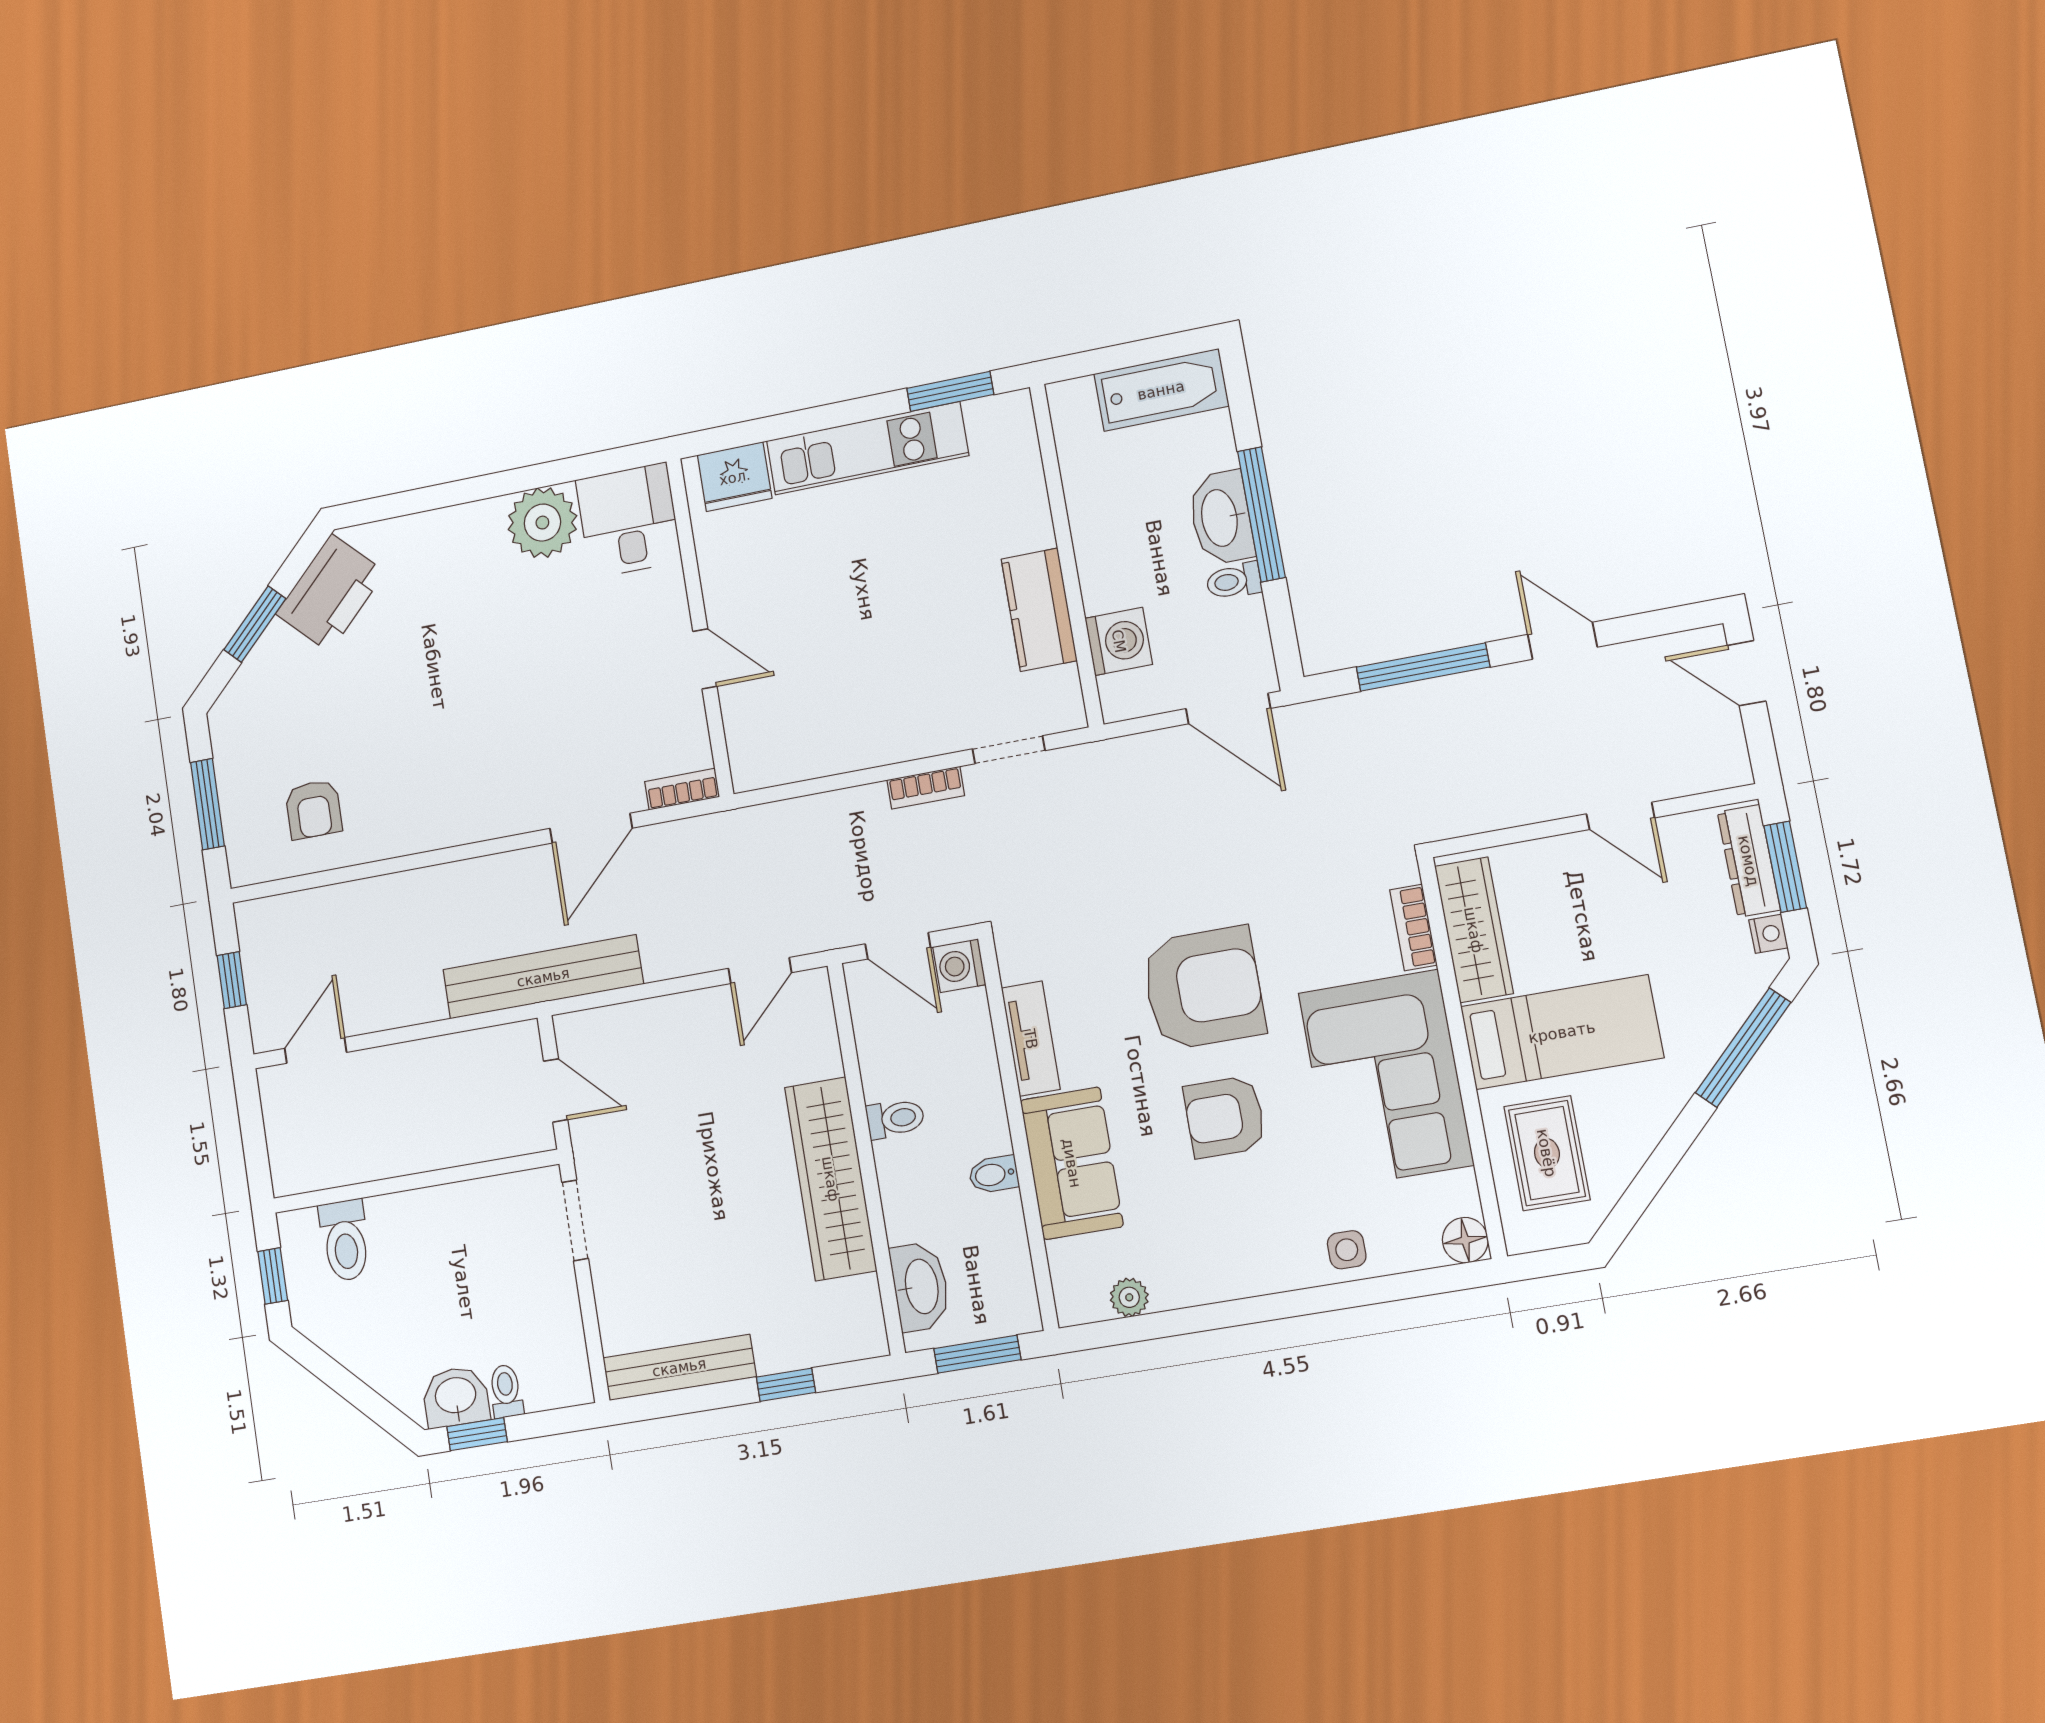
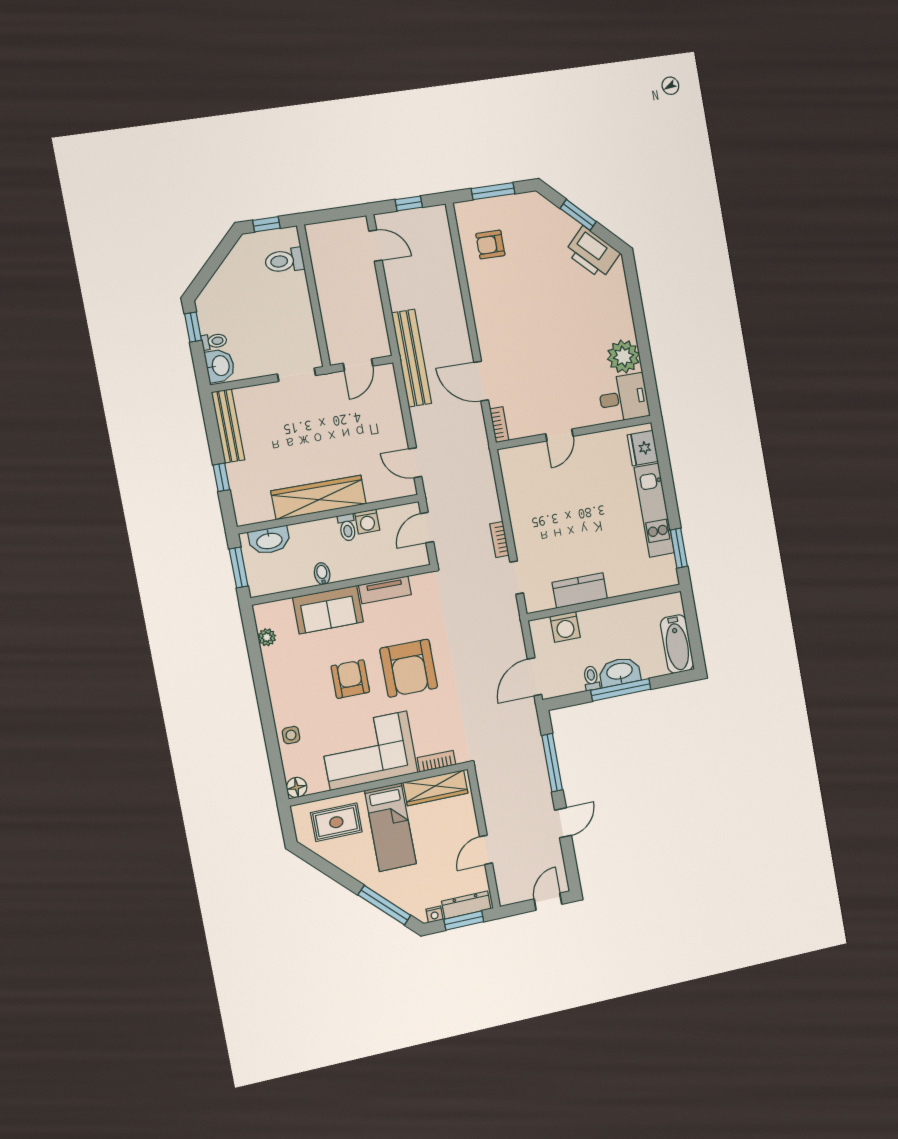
washing machine: (959, 966) -> (367, 522), moved, turned 180
washbasin: (456, 1397) -> (220, 366), moved

